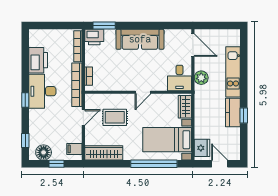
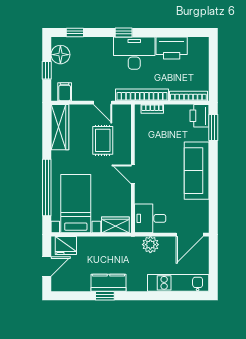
kitchen unit: (233, 72) -> (178, 283), moved

